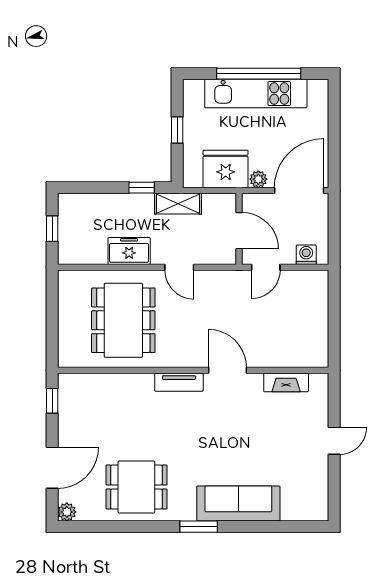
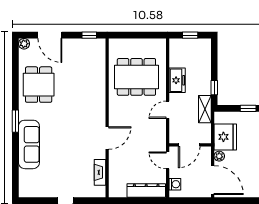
dresser: (317, 304) -> (146, 190), added
tv unit: (179, 382) -> (100, 110), removed

